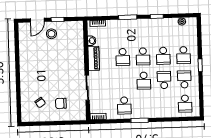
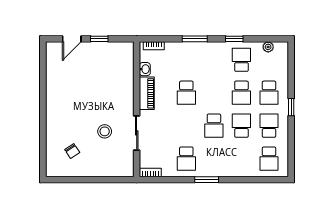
stool: (51, 34) -> (105, 131), moved
school desk: (143, 56) -> (241, 60), moved, turned 180
chair: (61, 103) -> (100, 153), removed

